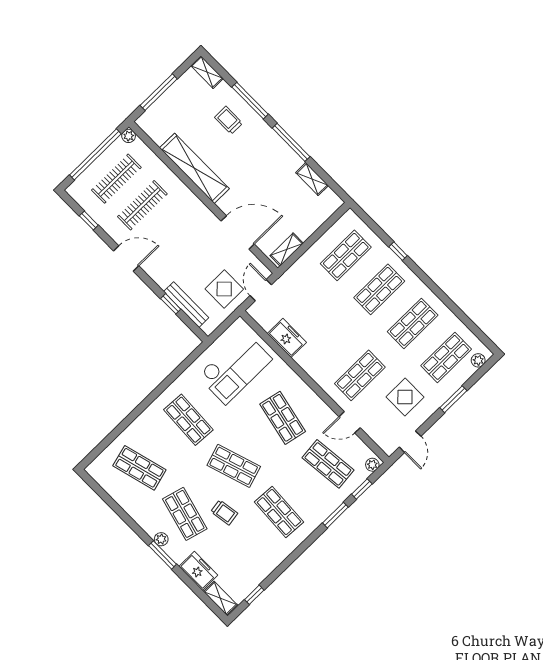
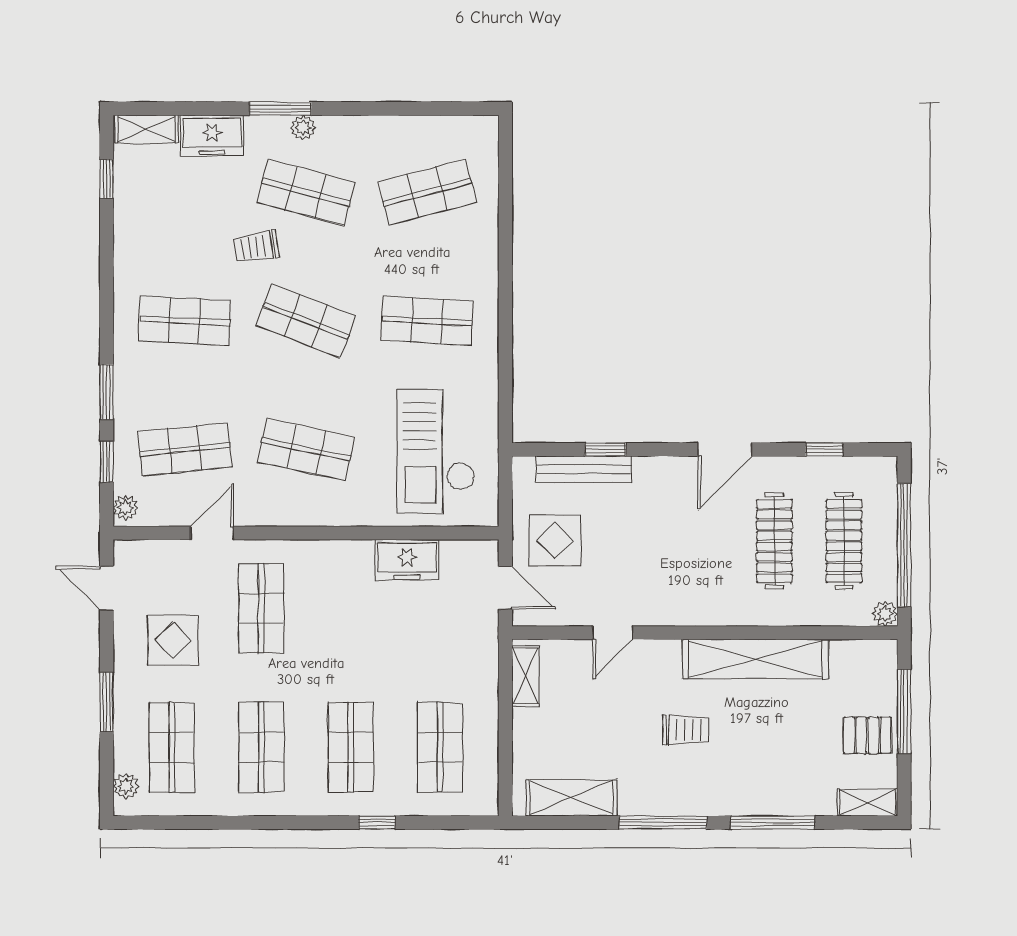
pallet: (181, 97) -> (867, 735), added
trolley: (229, 120) -> (685, 730), moved
shelving: (312, 179) -> (571, 798), width x1.50, depth x1.33
door: (238, 232) -> (613, 633), width x0.53
shop shelf: (234, 466) -> (306, 321), turned 39

